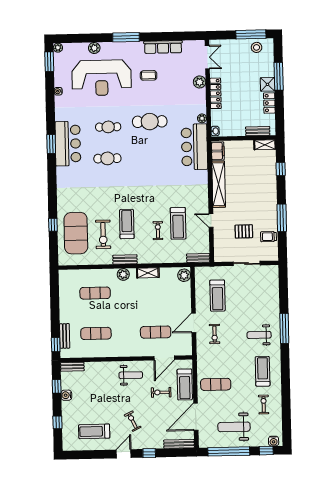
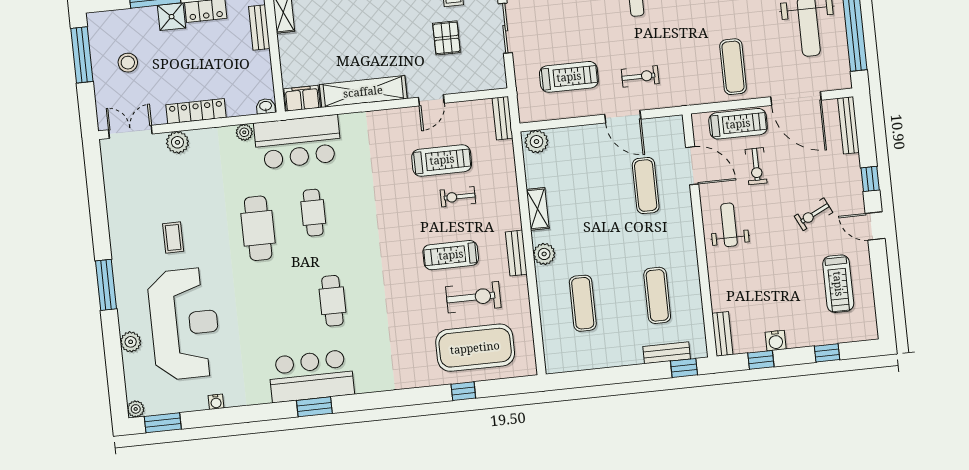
row of seats: (163, 47) -> (118, 215), removed
stool: (257, 47) -> (128, 63), moved
cafe table: (108, 127) -> (313, 213), moved

